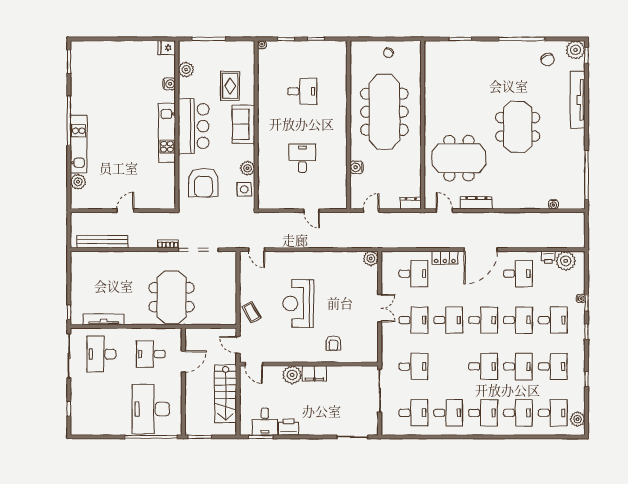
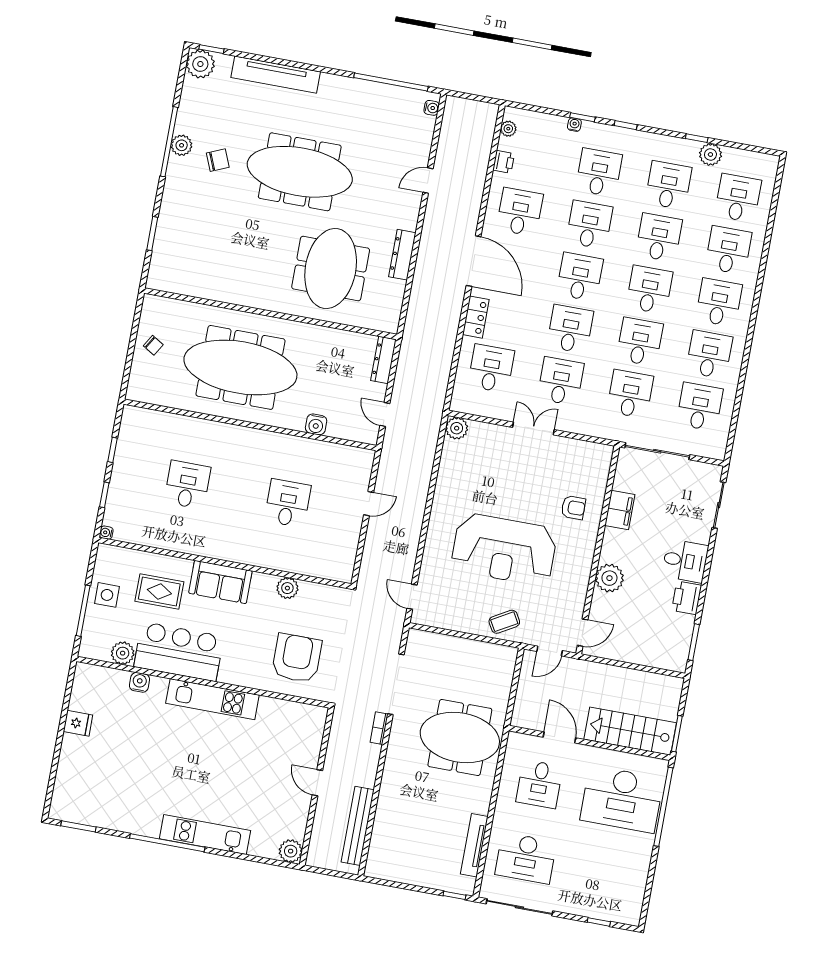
plant: (521, 47) -> (182, 145), added
fridge: (167, 48) -> (78, 723), moved, turned -90
chair: (548, 60) -> (218, 160), moved
bar counter: (194, 126) -> (179, 652), moved
meeting table: (518, 127) -> (300, 172), width x1.36
desk: (302, 158) -> (288, 503), turned 90
plant: (78, 182) -> (291, 851), moved
armchair: (203, 182) -> (297, 658), turned -90
side table: (244, 189) -> (107, 595), moved
dresser: (411, 203) -> (384, 360), width x1.44
water cooler: (553, 204) -> (432, 108), moved
door: (444, 211) -> (428, 180), moved
door: (257, 250) -> (412, 597), swing flipped
plant: (566, 261) -> (508, 129), width x0.53, depth x0.53
reception desk: (298, 303) -> (504, 549), width x1.36, depth x1.30
desk: (448, 366) -> (640, 342), added
filing cabinet: (314, 373) -> (620, 510), moved
stairs: (225, 394) -> (630, 731), moved, turned 180
plant: (578, 419) -> (710, 154), moved
desk: (265, 422) -> (685, 561), moved

